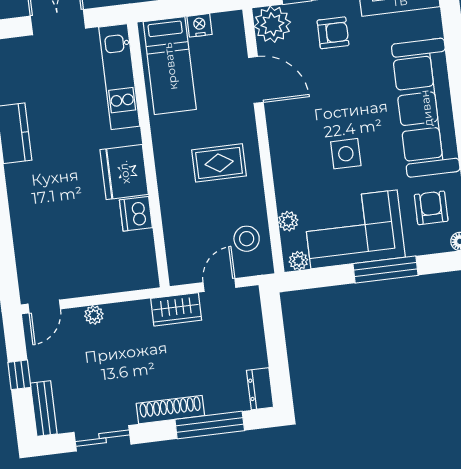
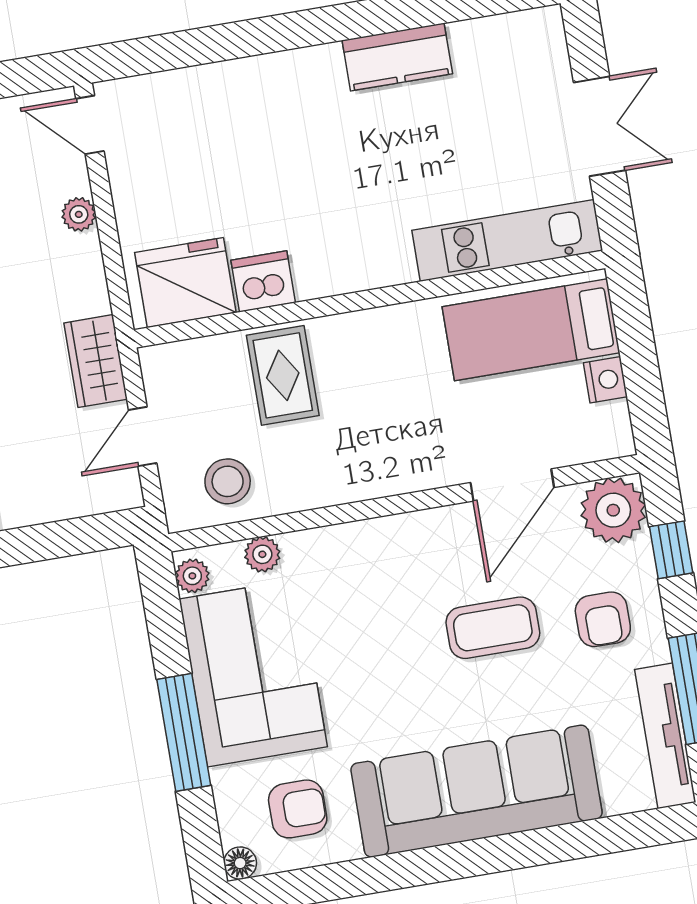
coffee table: (335, 94) -> (493, 628), added
side table: (346, 154) -> (388, 652), removed
rug: (219, 163) -> (283, 375), moved
fridge: (124, 172) -> (185, 283), moved
door: (219, 285) -> (143, 437), swing flipped

